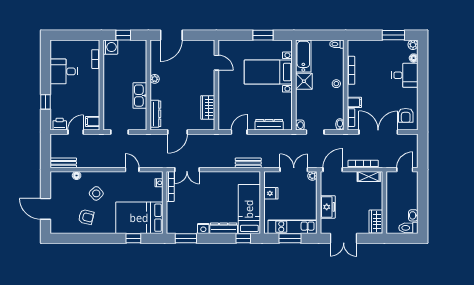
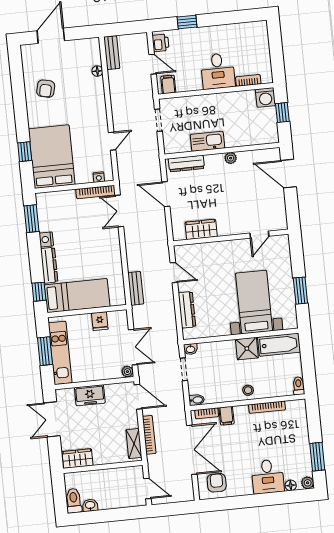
desk: (64, 71) -> (218, 71), moved, turned 180
armchair: (406, 115) -> (217, 483), turned 90
side table: (96, 193) -> (77, 98), removed

